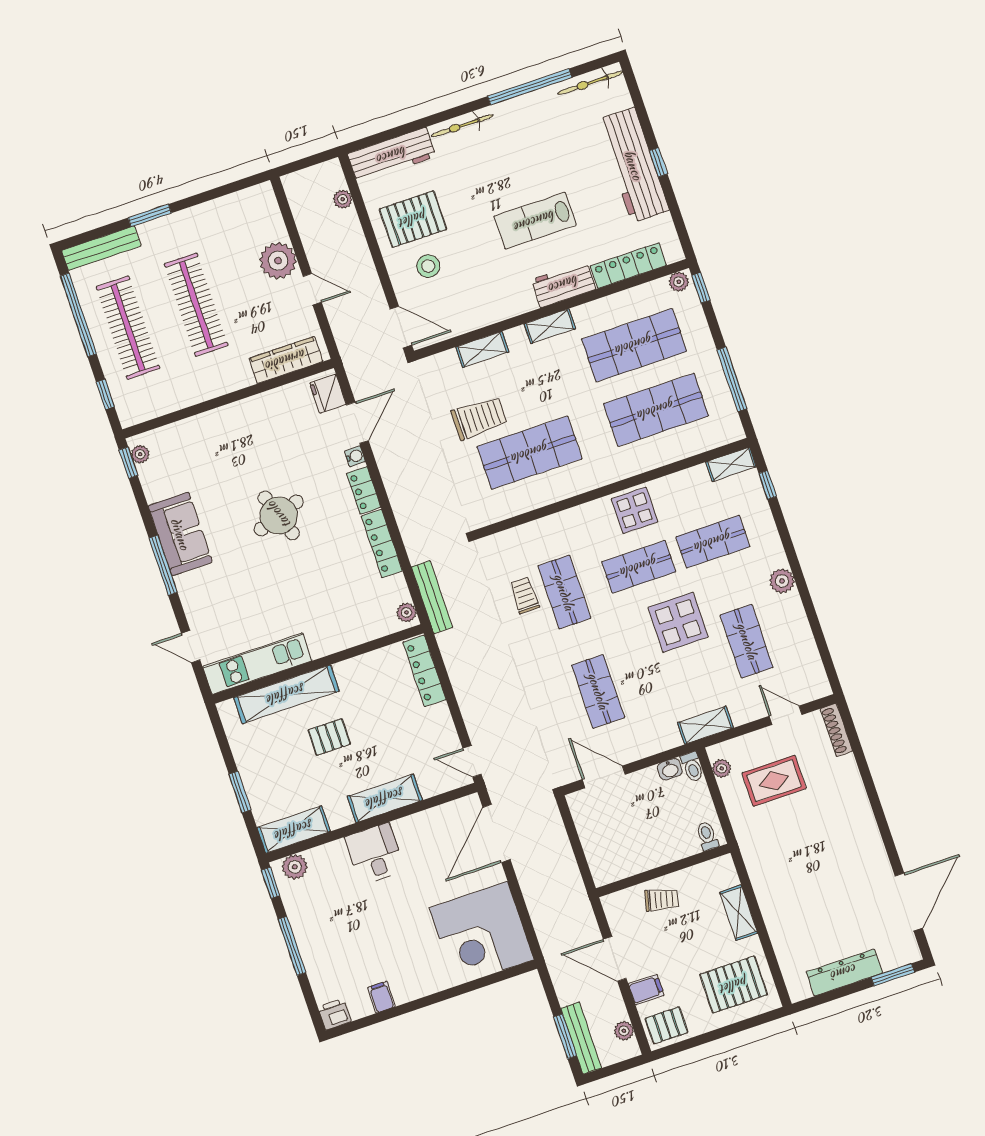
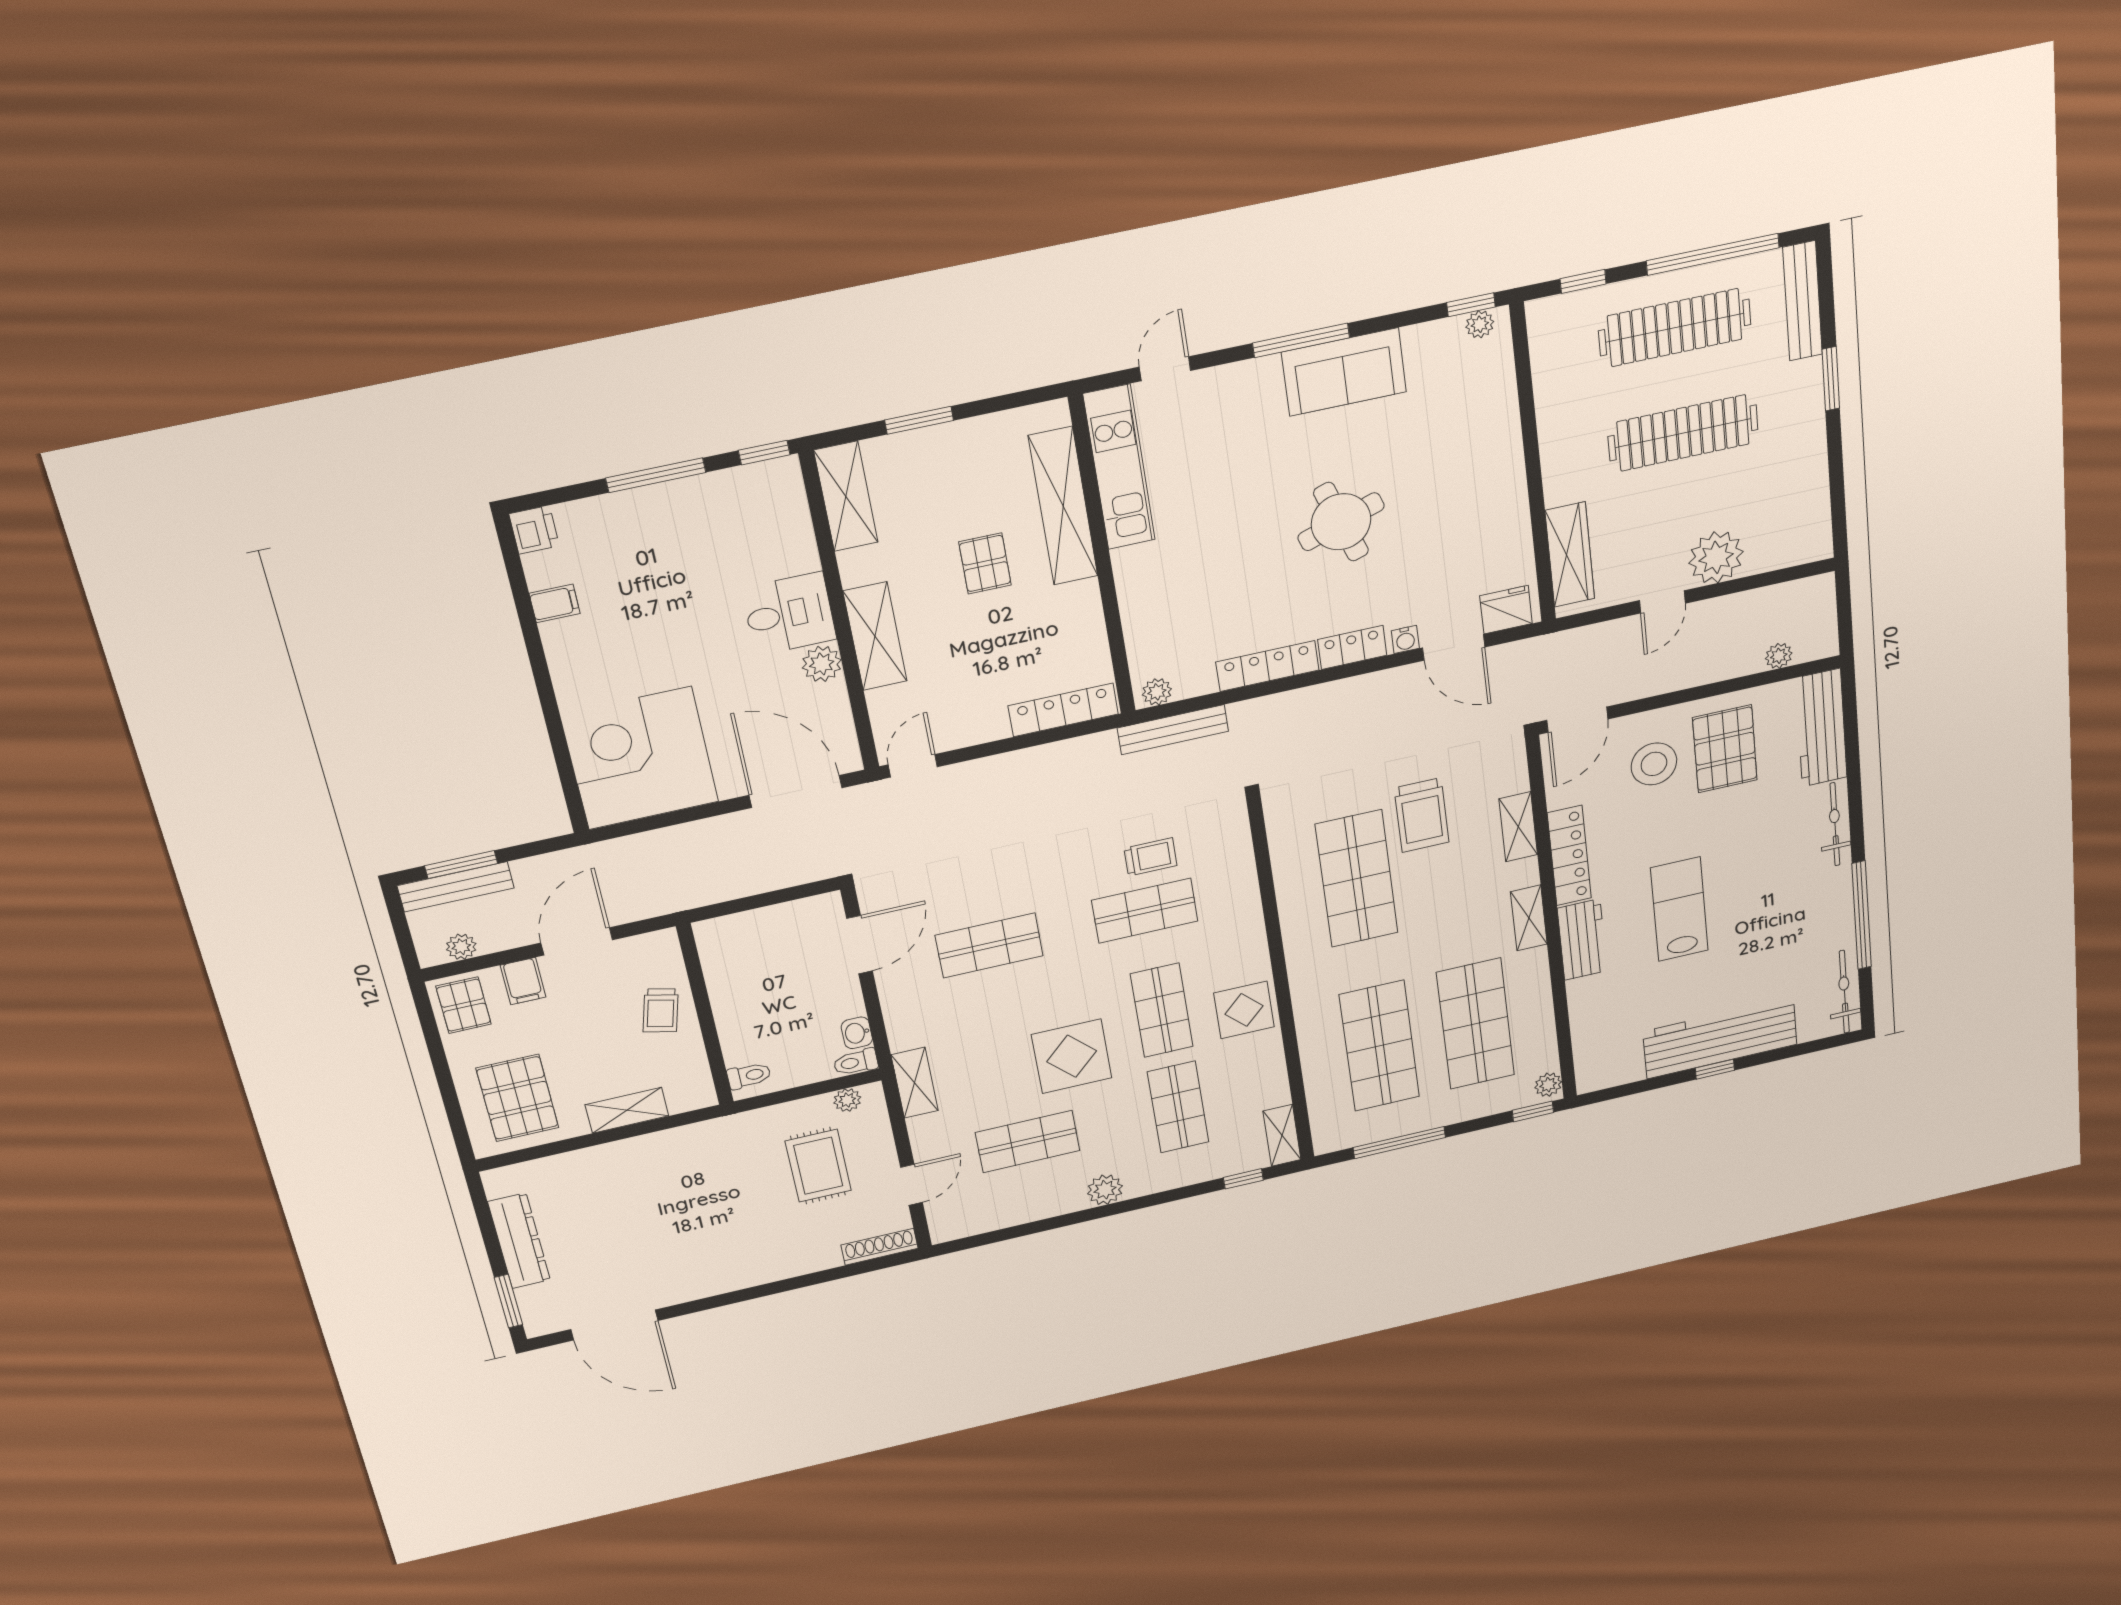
stool: (428, 266) -> (1654, 764), width x1.38, depth x1.38
locker: (628, 266) -> (1569, 856), moved
plant: (295, 867) -> (822, 664), moved

